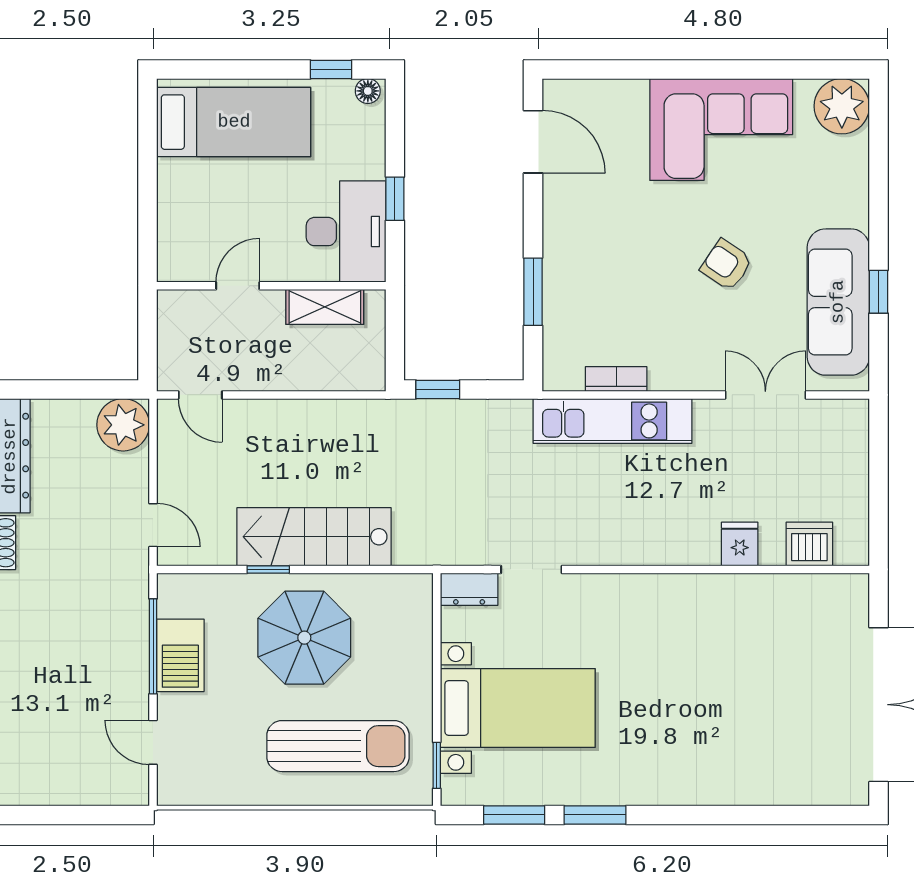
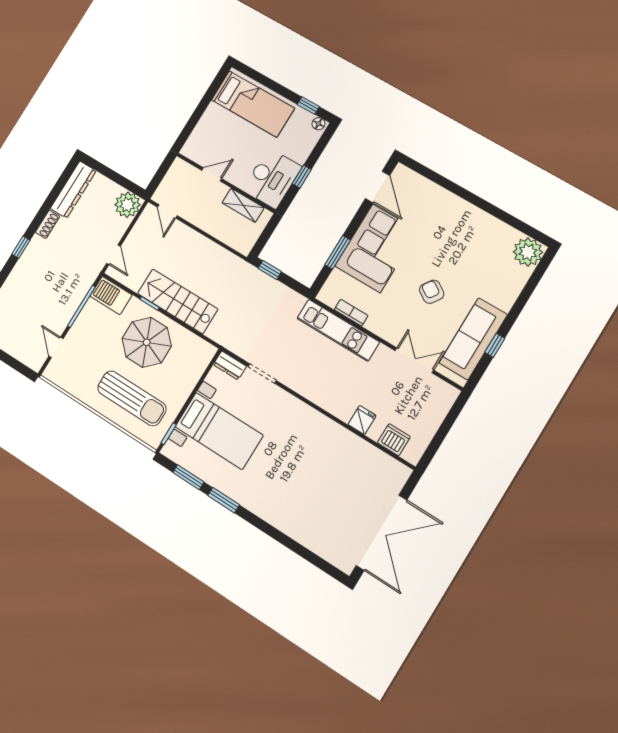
corner sofa: (721, 129) -> (376, 248), moved, turned -90
barbecue: (180, 655) -> (111, 296), moved, turned 90

